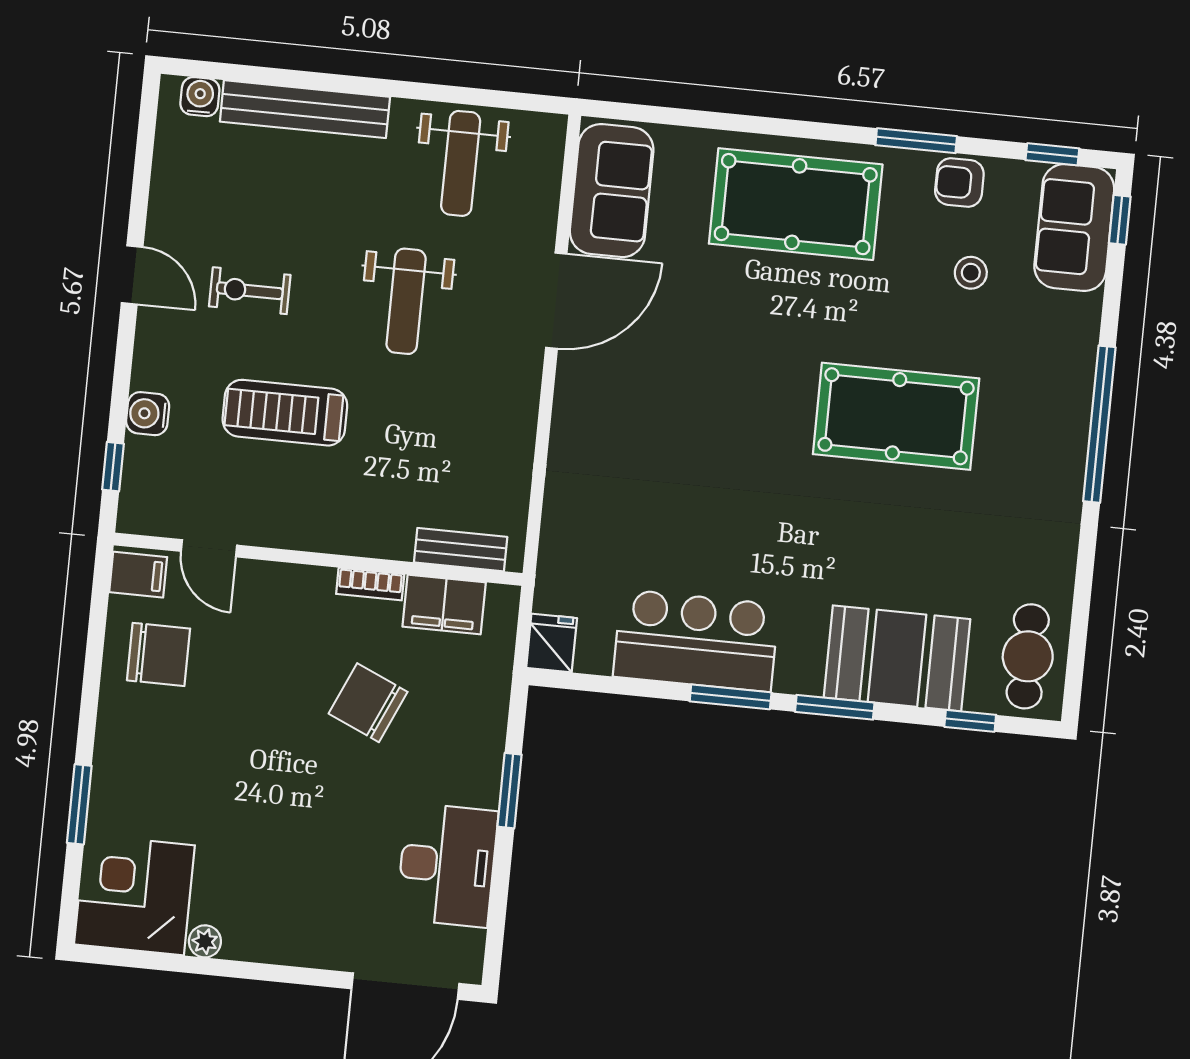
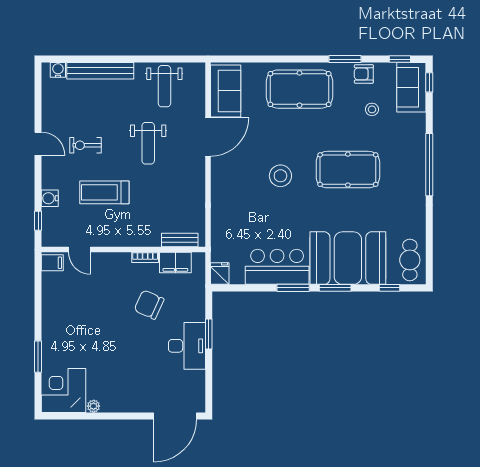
stool: (727, 415) -> (280, 176), added
chair: (159, 654) -> (64, 294), removed
booth: (897, 658) -> (348, 258), width x1.36, depth x1.42
desk: (447, 865) -> (187, 346), moved

